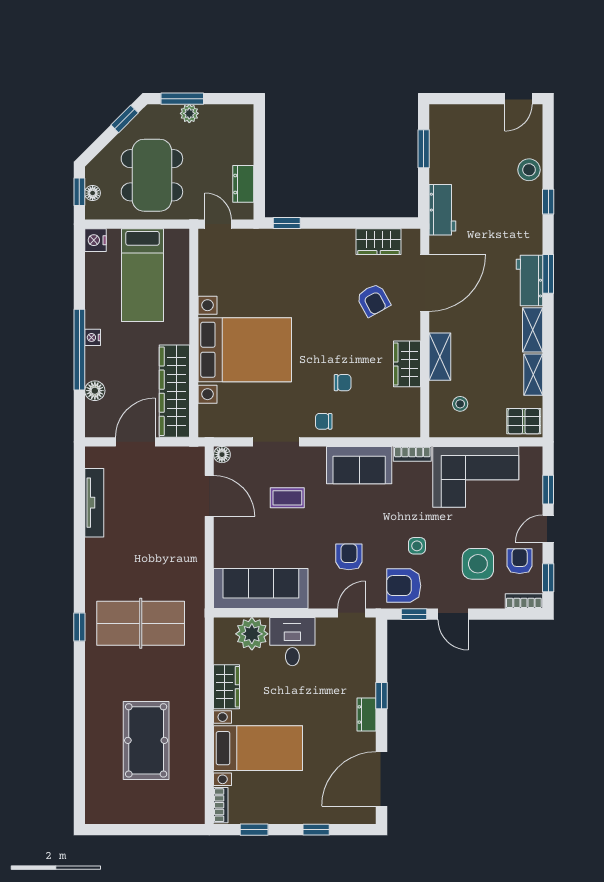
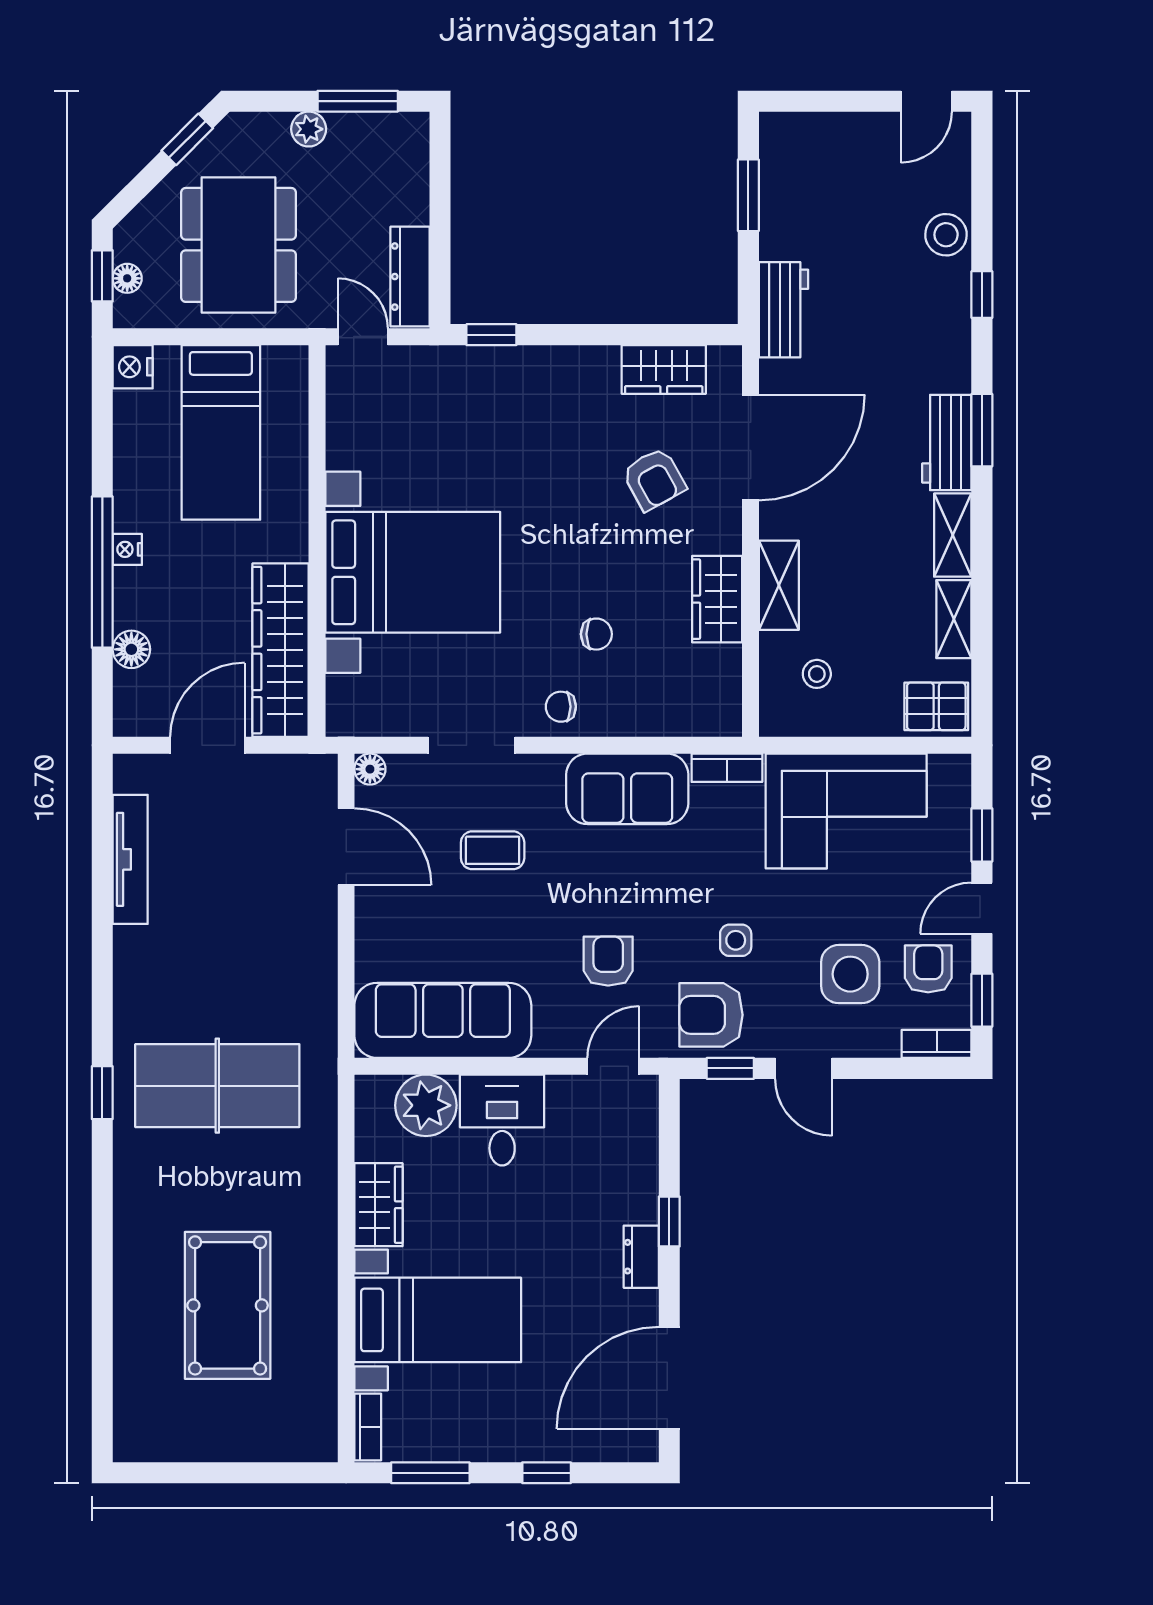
window: (182, 99) -> (358, 101), moved
dresser: (243, 184) -> (410, 277), width x1.44
window: (254, 830) -> (430, 1473), width x1.50

